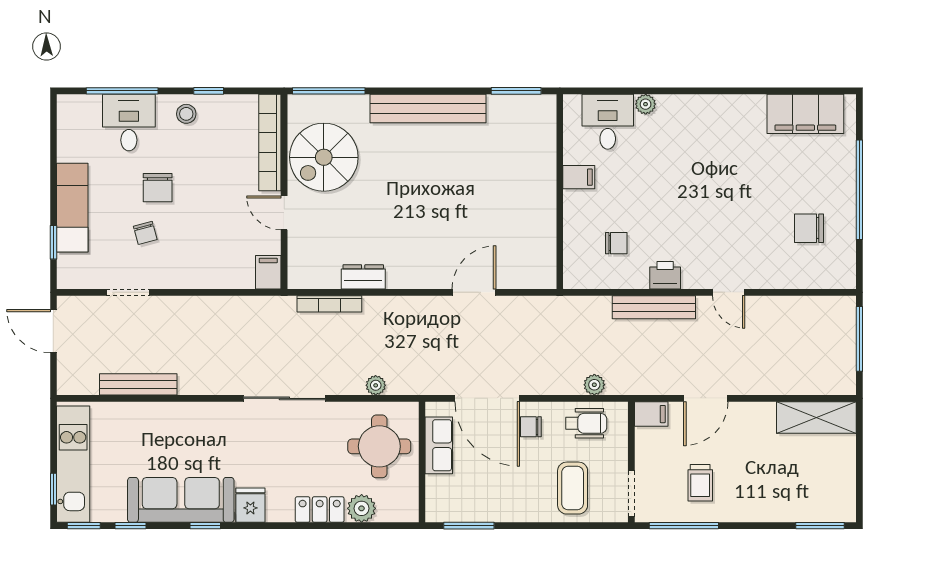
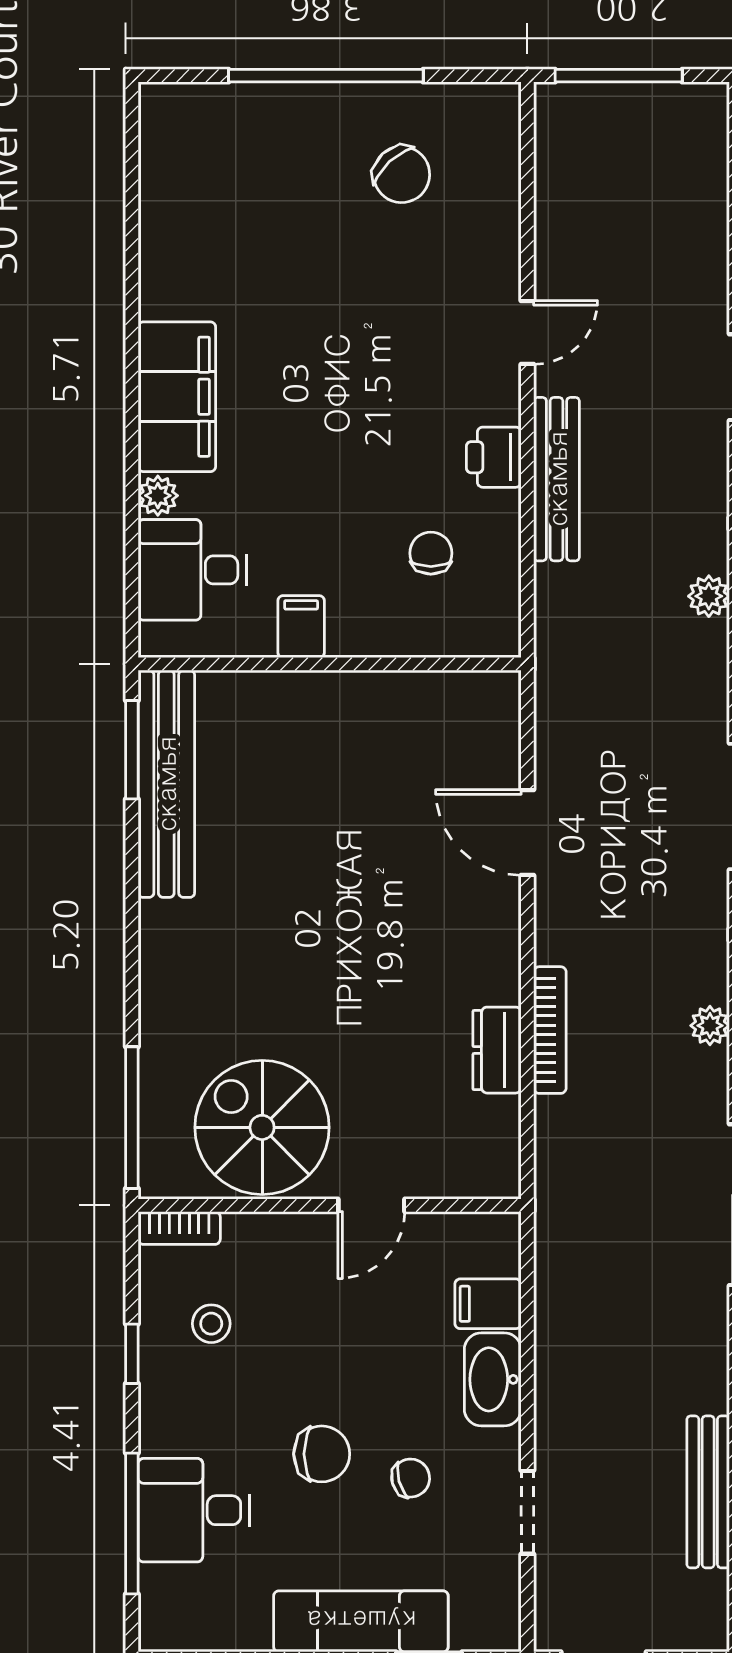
bench: (428, 108) -> (166, 784), moved
stool: (186, 114) -> (211, 1324), moved
filing cabinet: (805, 114) -> (177, 397), moved
bookcase: (270, 143) -> (179, 1228), width x0.43, depth x0.76
spiral stairs: (324, 157) -> (262, 1127), turned 180
chair: (809, 228) -> (402, 174), turned -43
filing cabinet: (268, 272) -> (488, 1304), moved
washbasin: (195, 275) -> (493, 1379), added
bookcase: (329, 304) -> (550, 1030), moved

